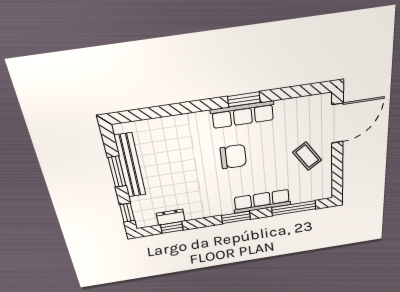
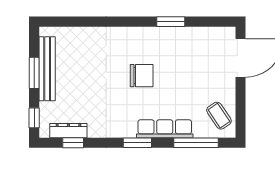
window: (244, 99) -> (171, 22), moved
row of seats: (243, 115) -> (154, 36), removed
coffee table: (307, 156) -> (219, 116), moved
dresser: (171, 217) -> (68, 131), width x1.44

